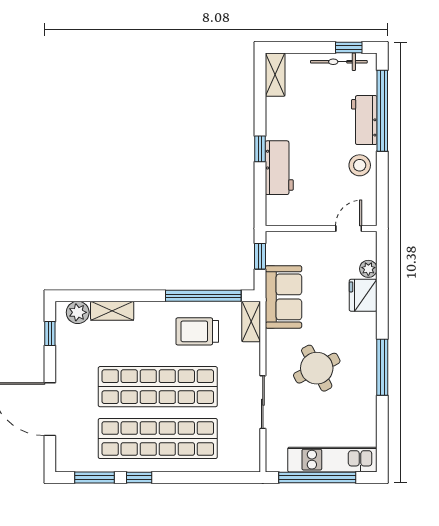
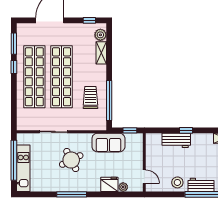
shelving: (251, 321) -> (96, 126), removed

